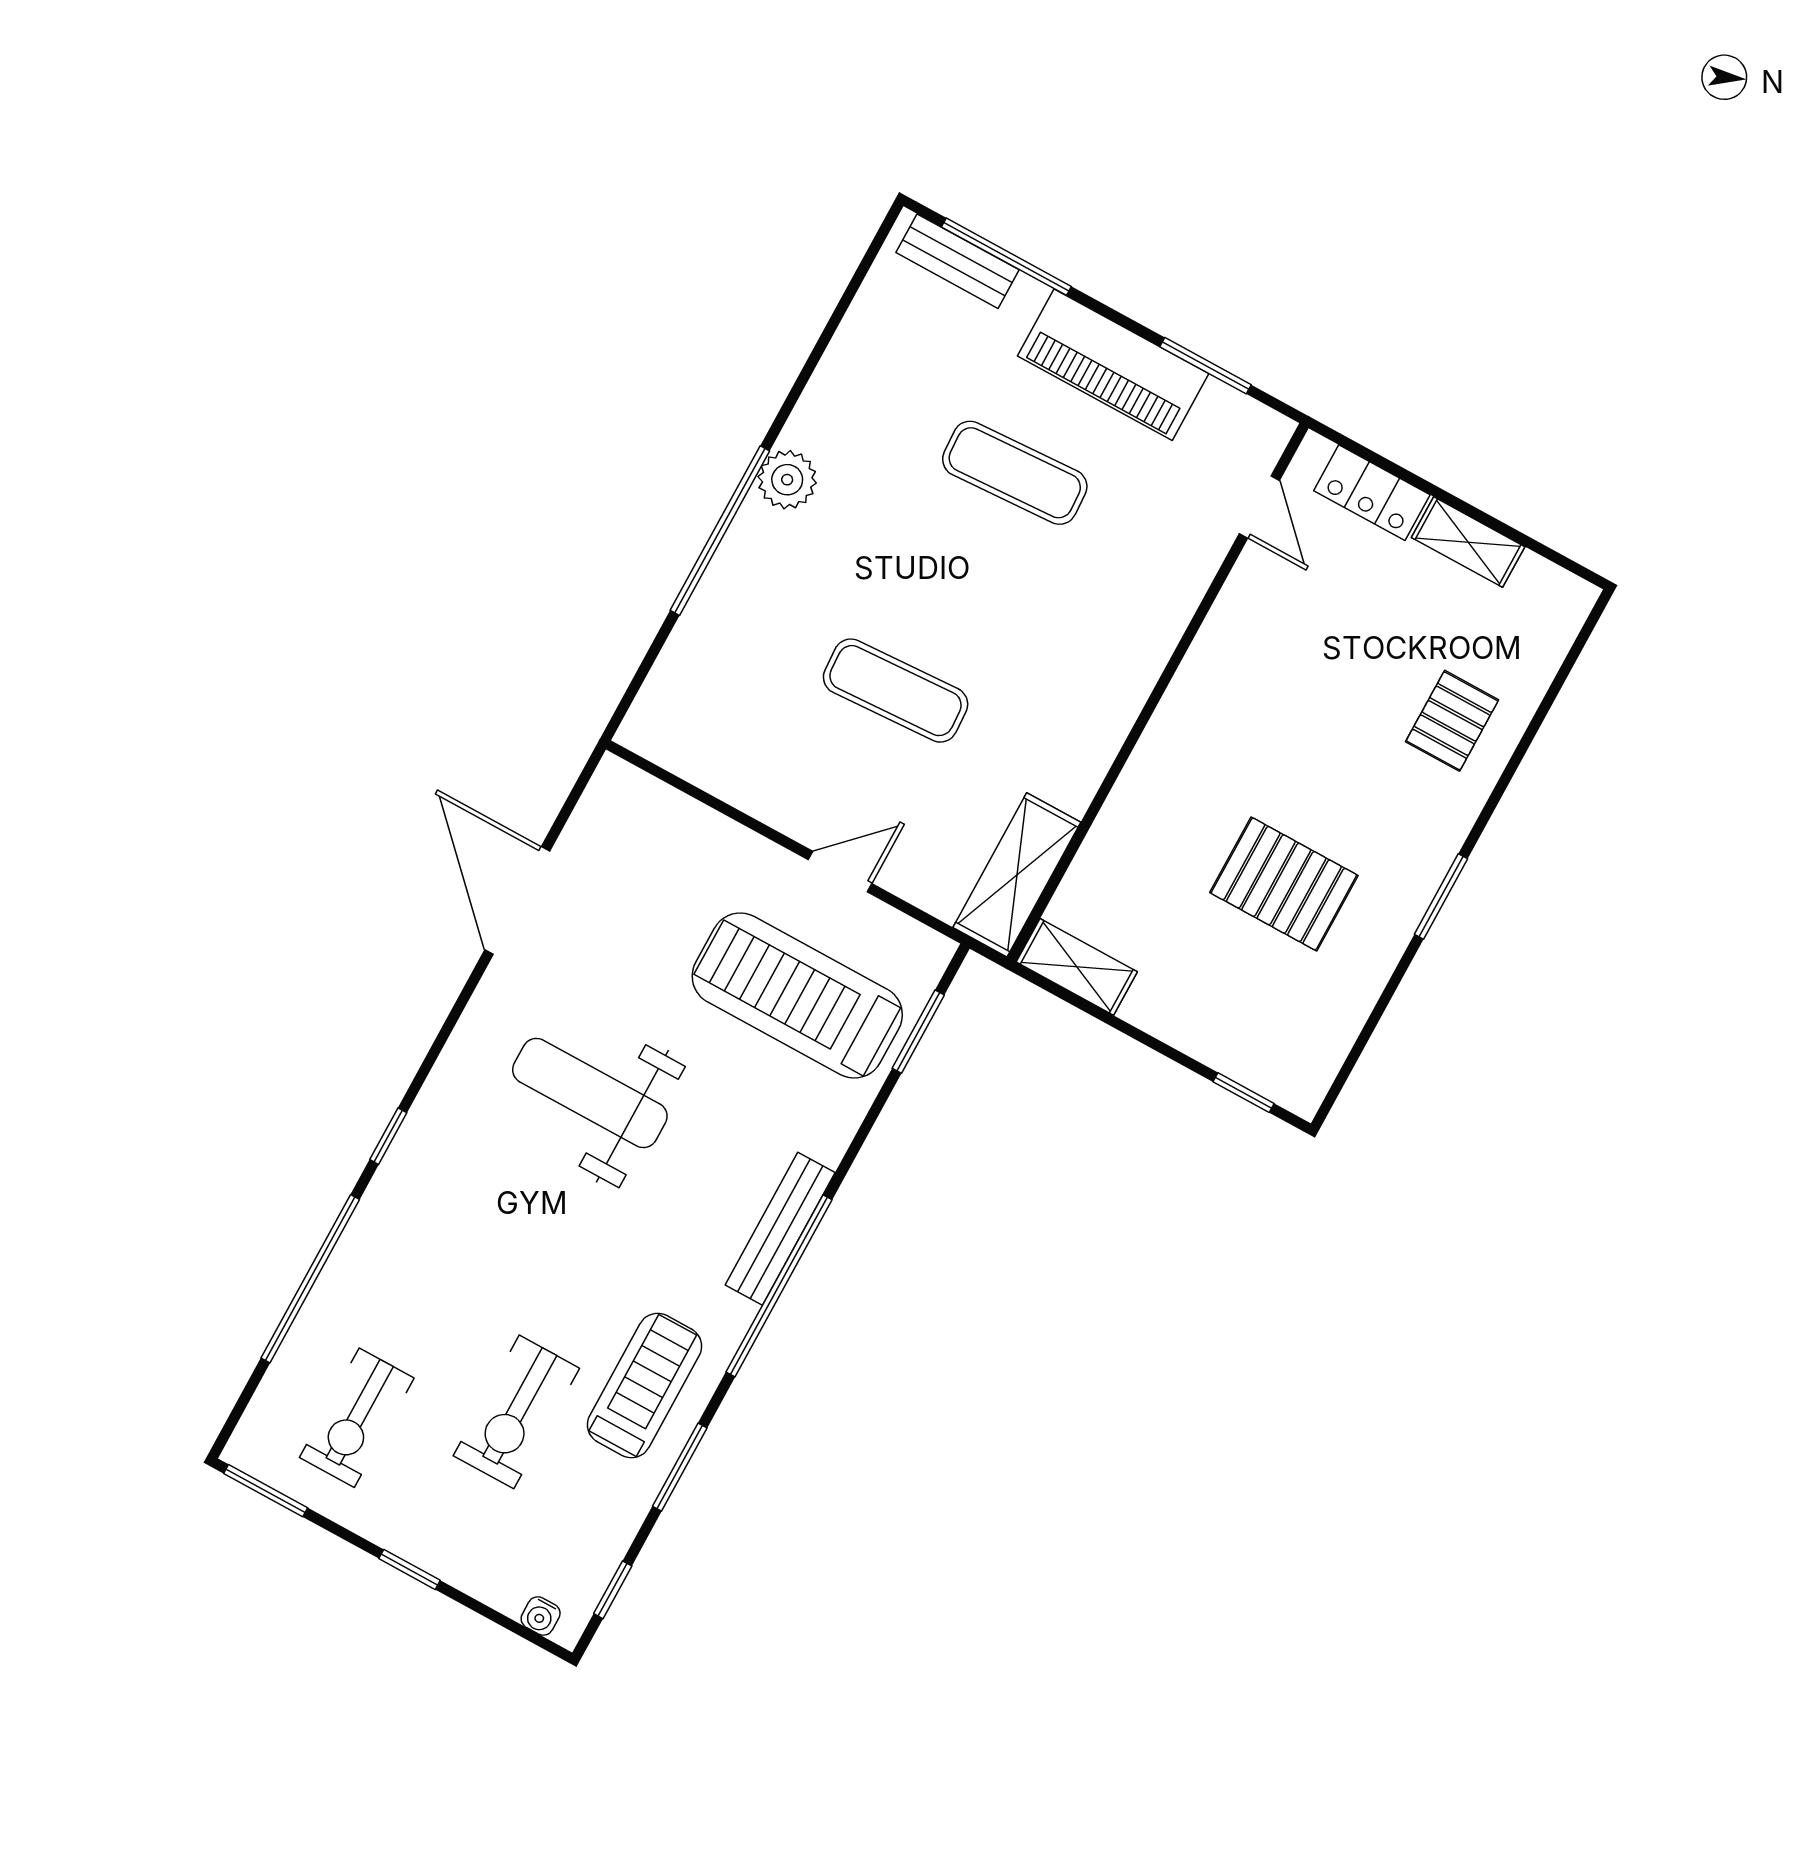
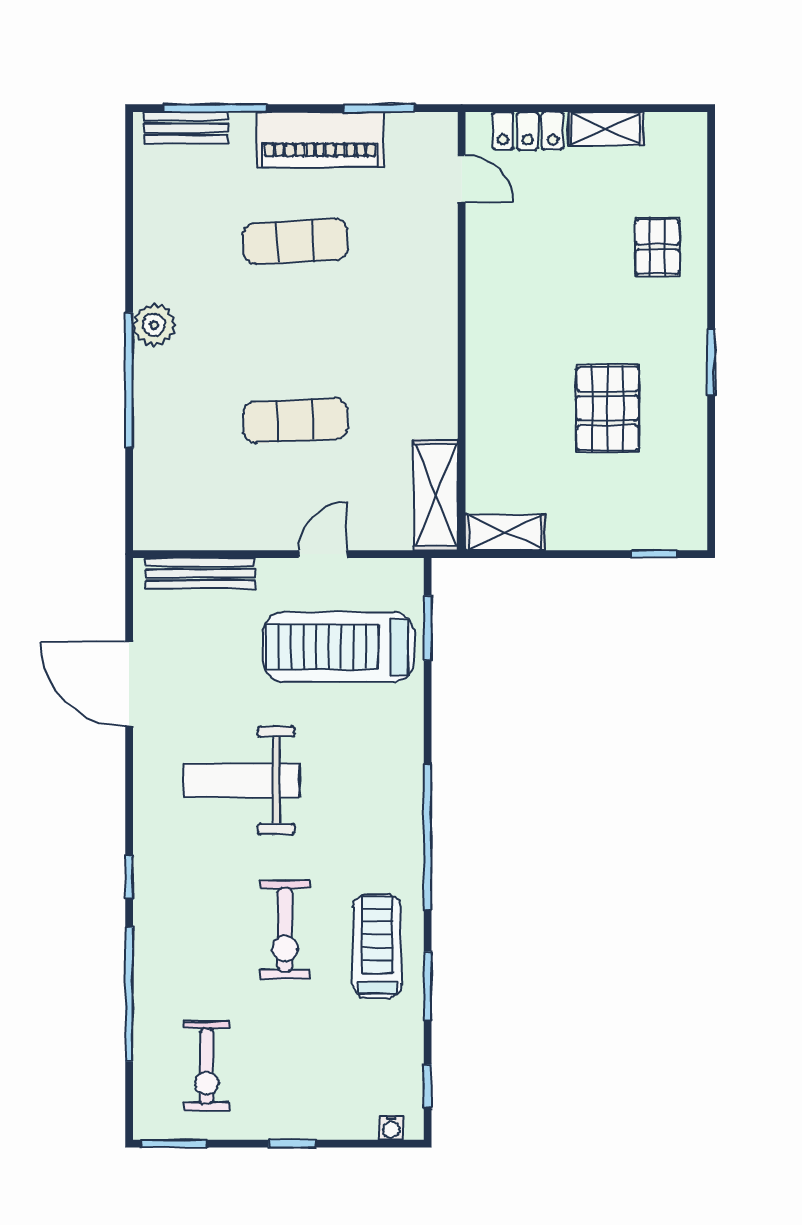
pallet: (1284, 884) -> (608, 408), turned 90
bench: (780, 1229) -> (200, 573), moved, turned 90
exercise bike: (516, 1412) -> (285, 930), moved

